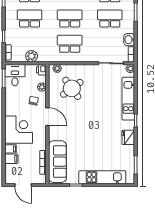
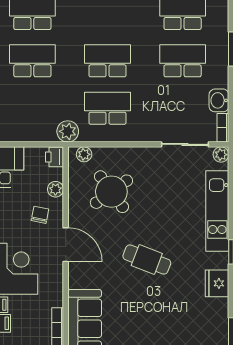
plant: (32, 56) -> (68, 131), moved
cafe table: (91, 125) -> (147, 260), added

